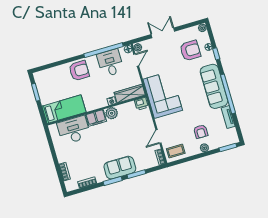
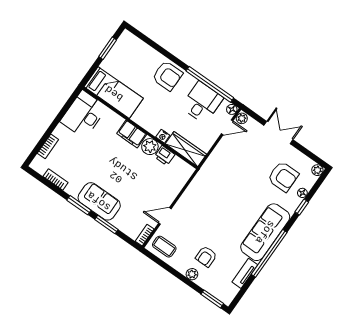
corner sofa: (163, 95) -> (213, 185), removed
printer: (141, 104) -> (164, 156), moved
desk: (74, 130) -> (84, 114), moved, turned -90

